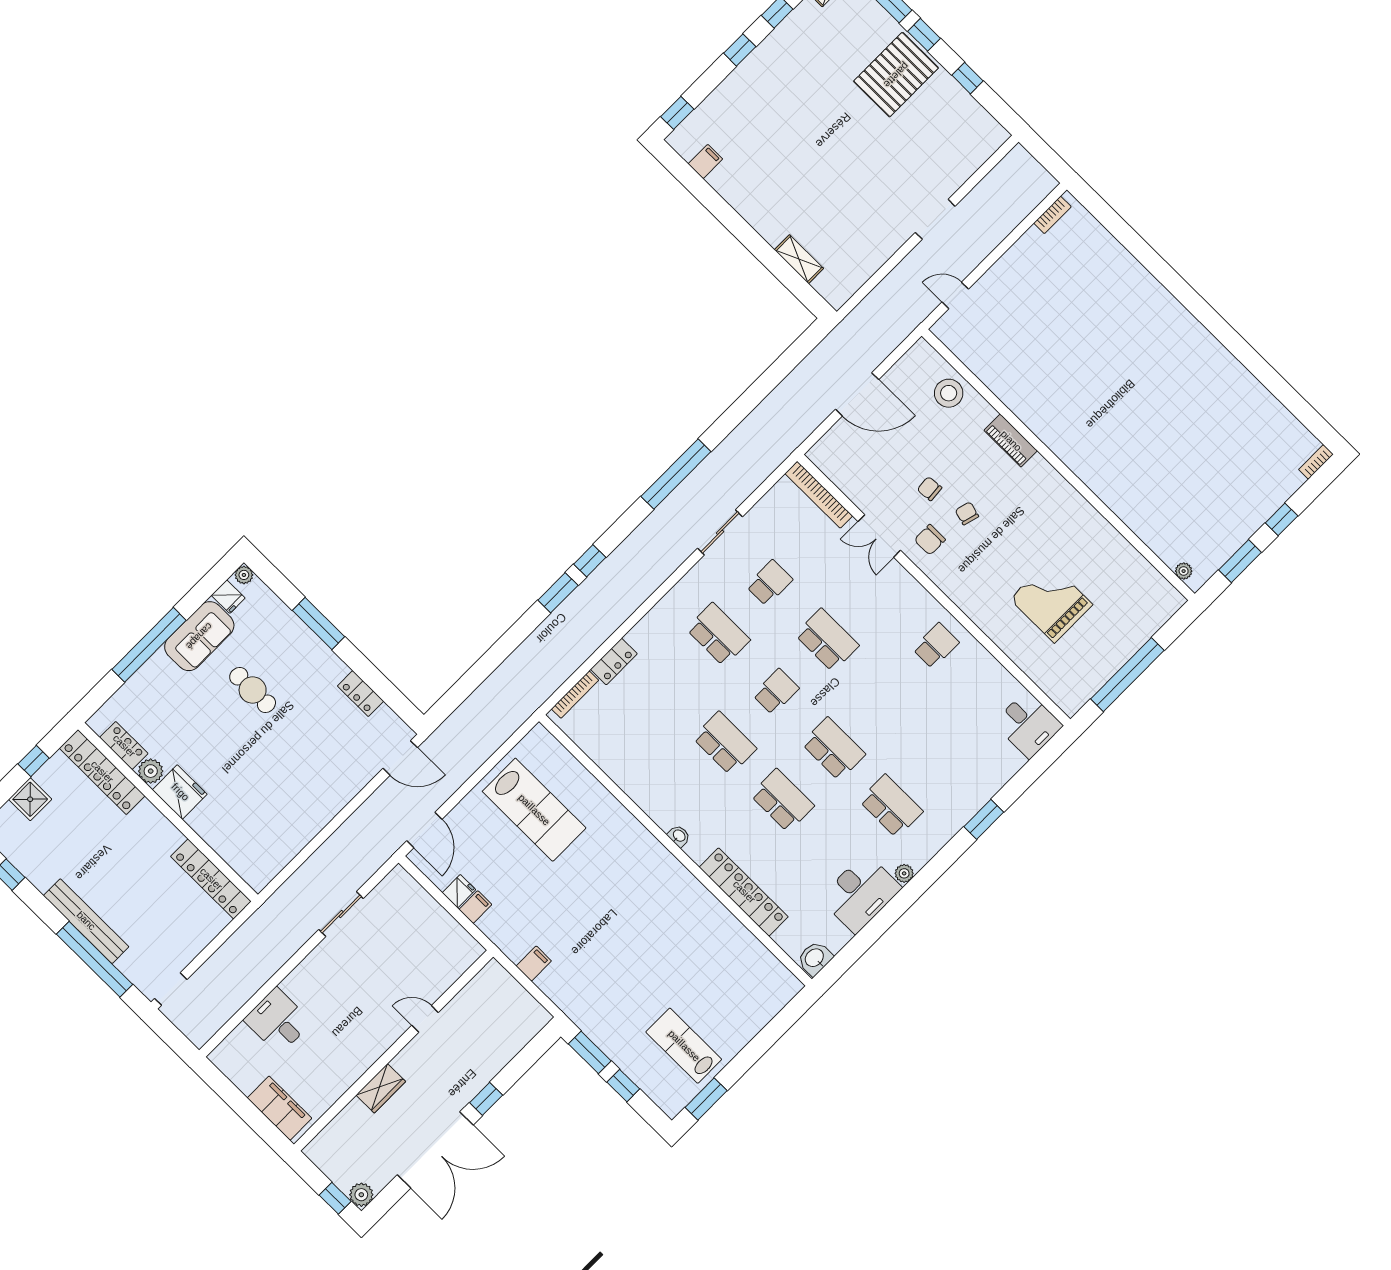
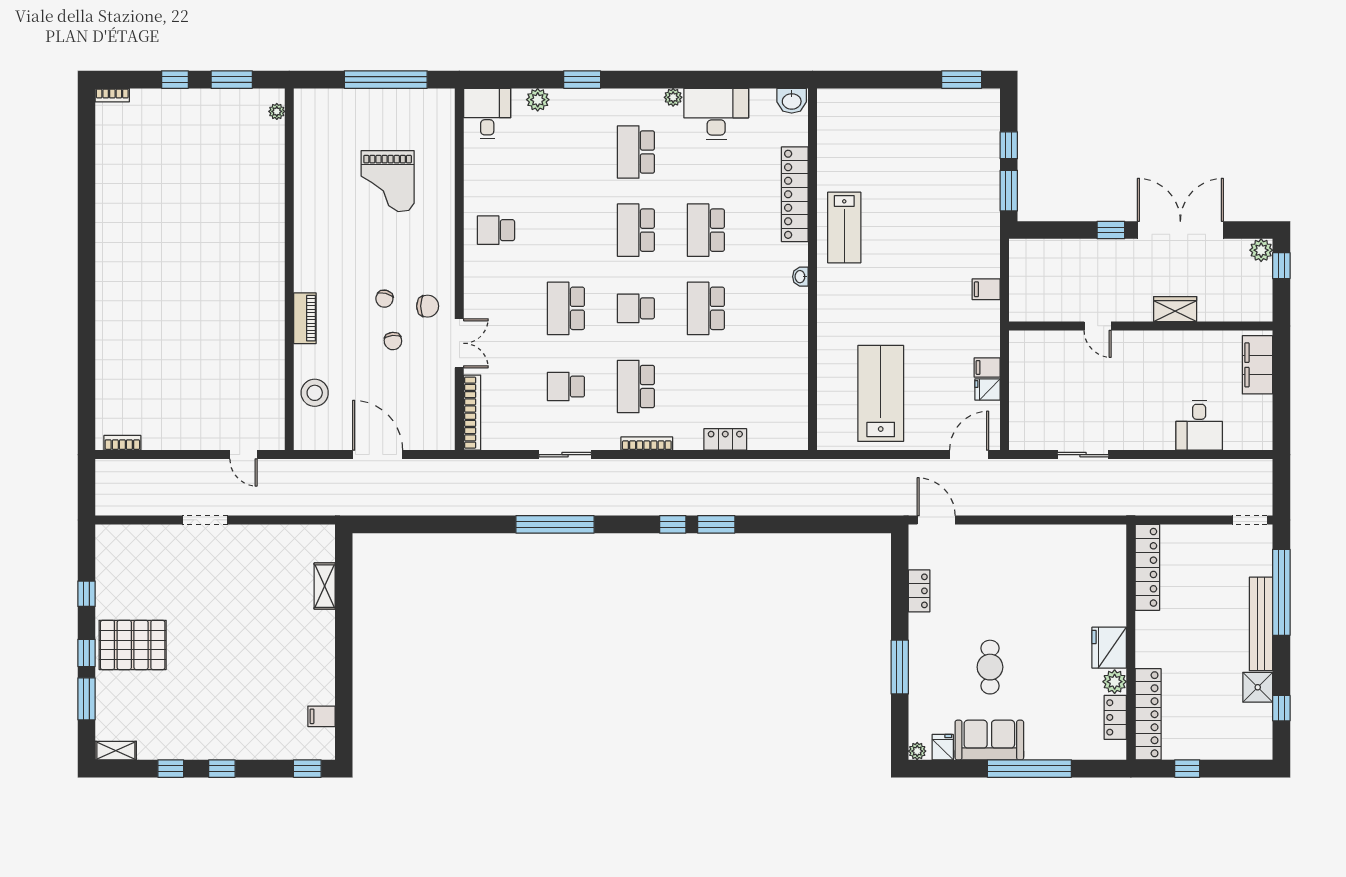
bookcase: (575, 695) -> (647, 444), moved
plant: (1001, 772) -> (538, 100), added
shower: (30, 799) -> (1258, 687), moved
lab bench: (684, 1046) -> (844, 228), moved

